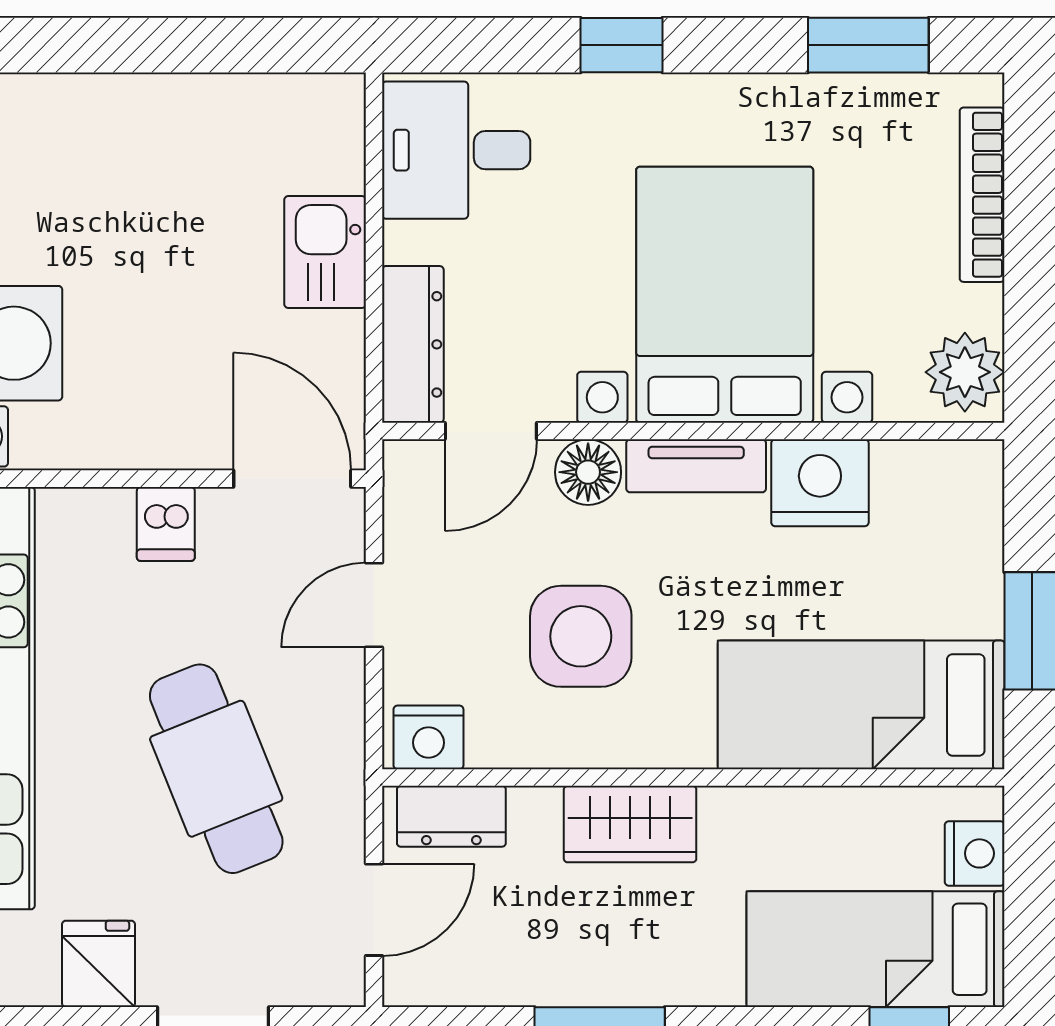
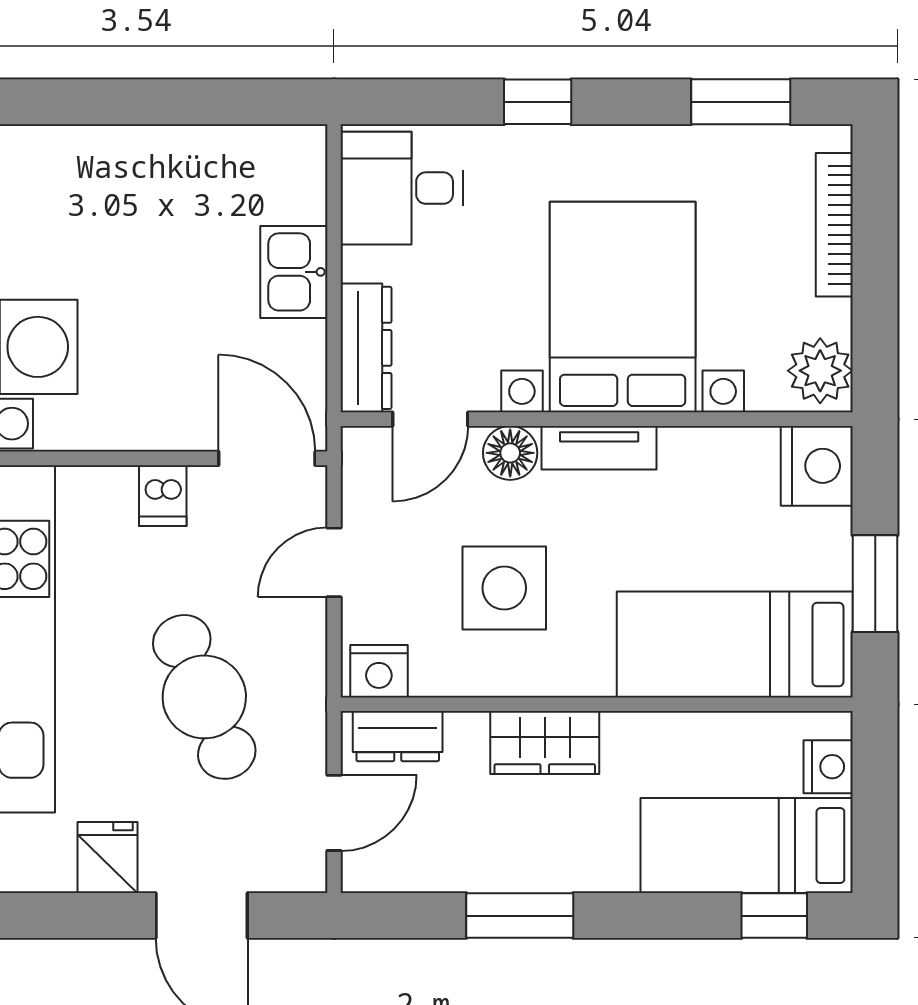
nightstand: (820, 483) -> (817, 466), moved, turned 90

